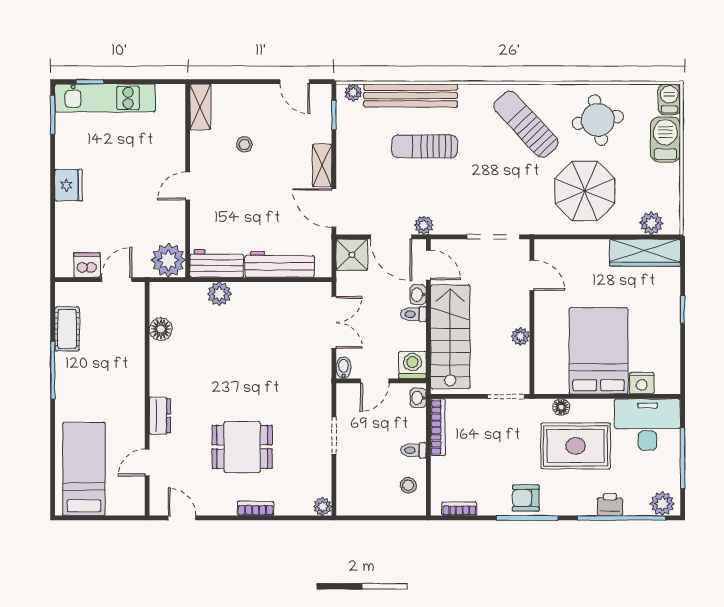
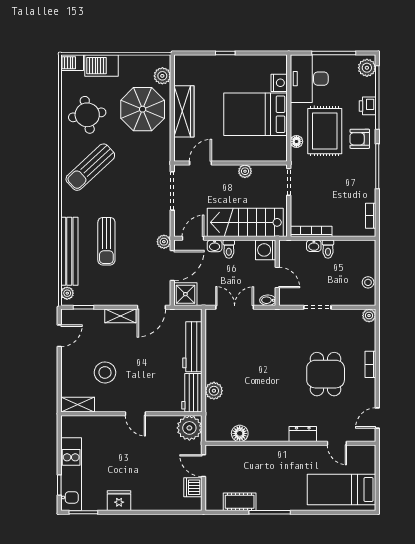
stool: (244, 144) -> (105, 372), width x1.89, depth x1.89
fridge: (69, 185) -> (119, 501), moved
parasol: (585, 191) -> (143, 109), moved
wardrobe: (645, 253) -> (184, 111), moved
washbasin: (418, 398) -> (314, 246), moved
stool: (408, 485) -> (368, 282), moved
armchair: (526, 498) -> (360, 139), moved, turned 90

